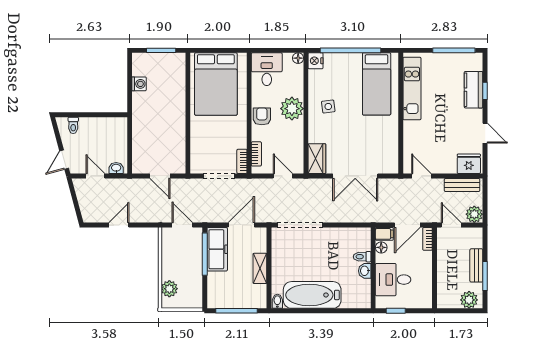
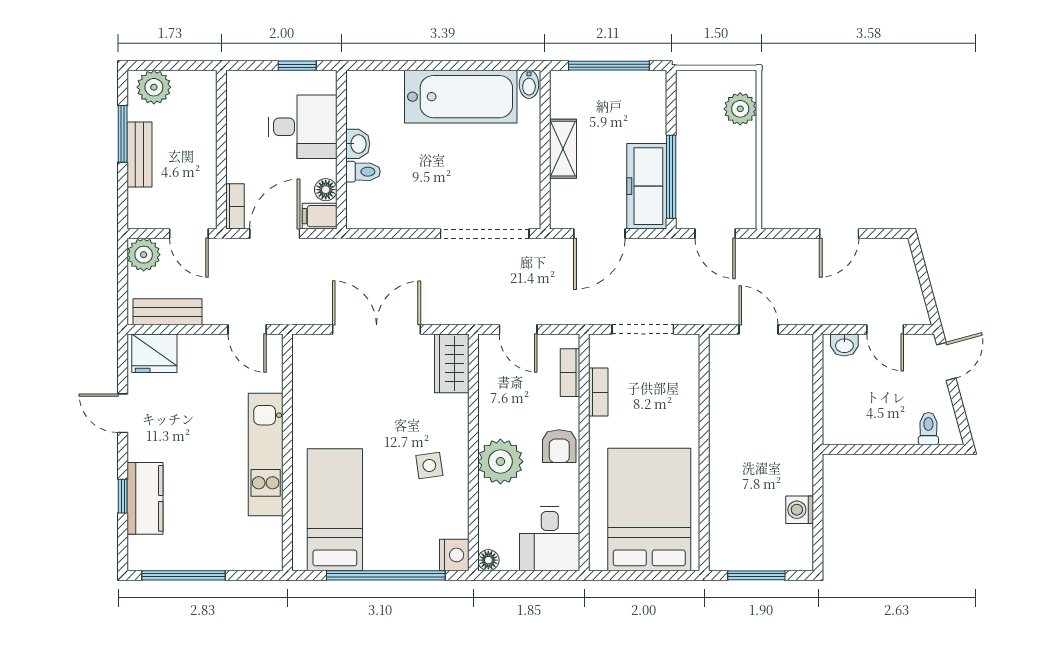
kitchen unit: (412, 89) -> (266, 455), moved
bookcase: (242, 161) -> (598, 392), moved

